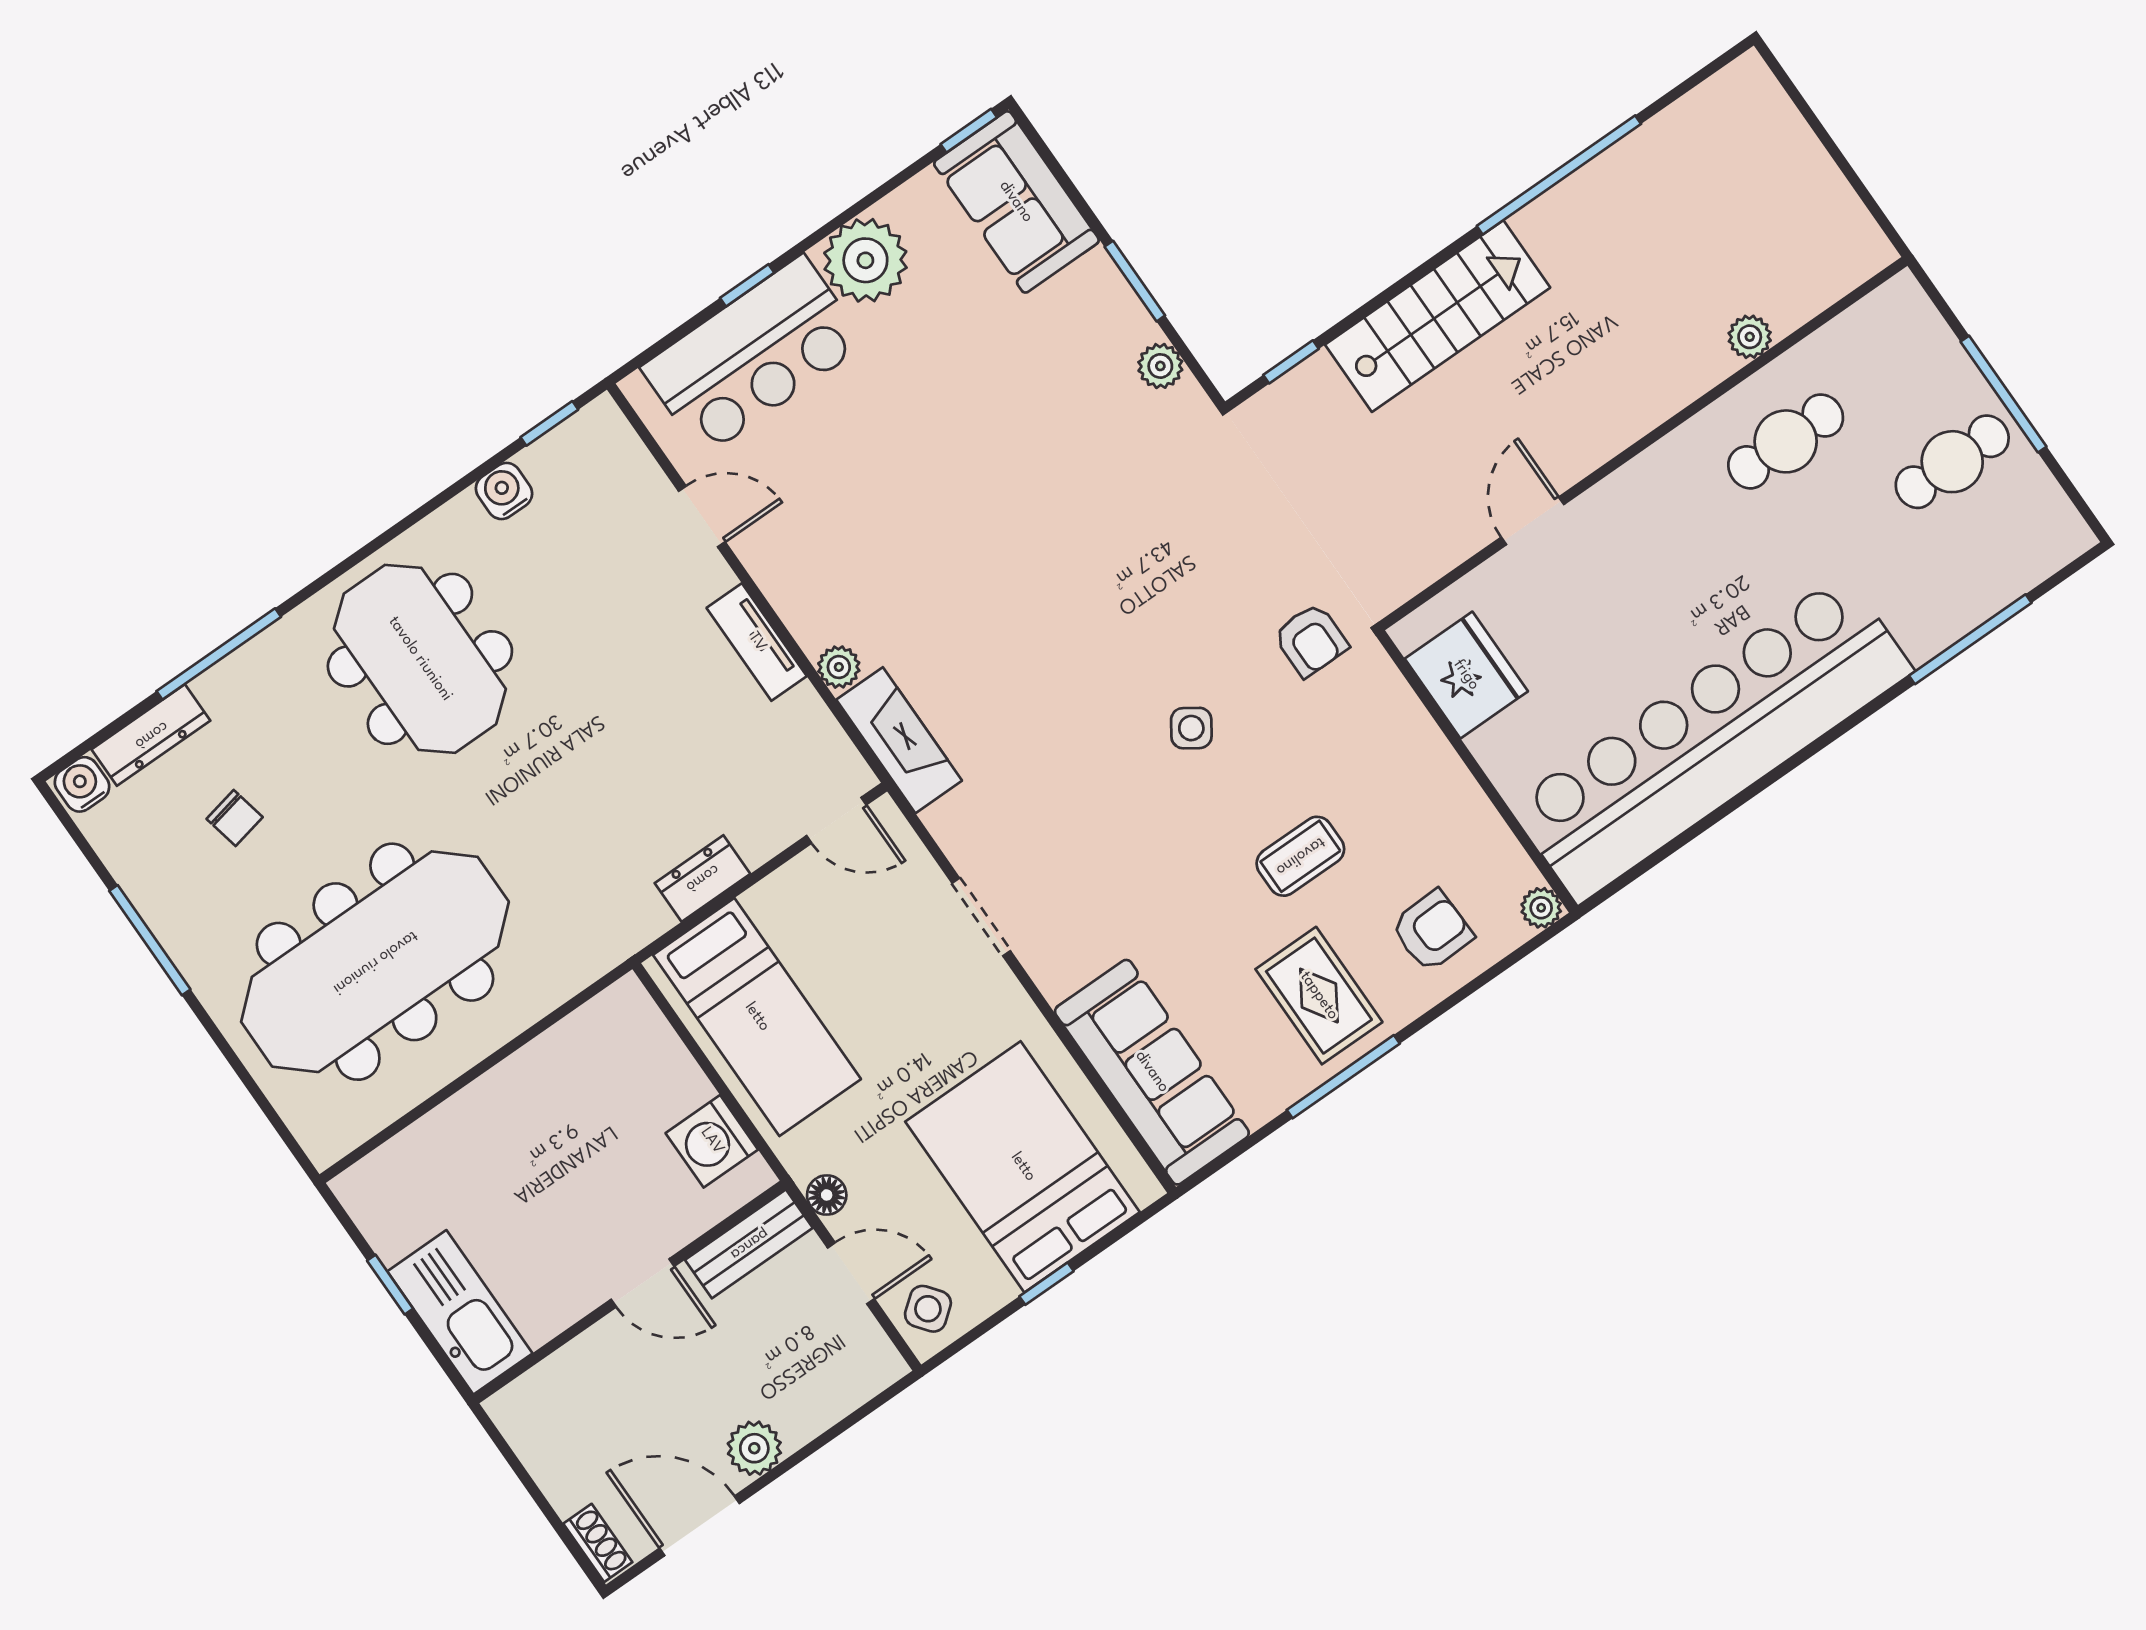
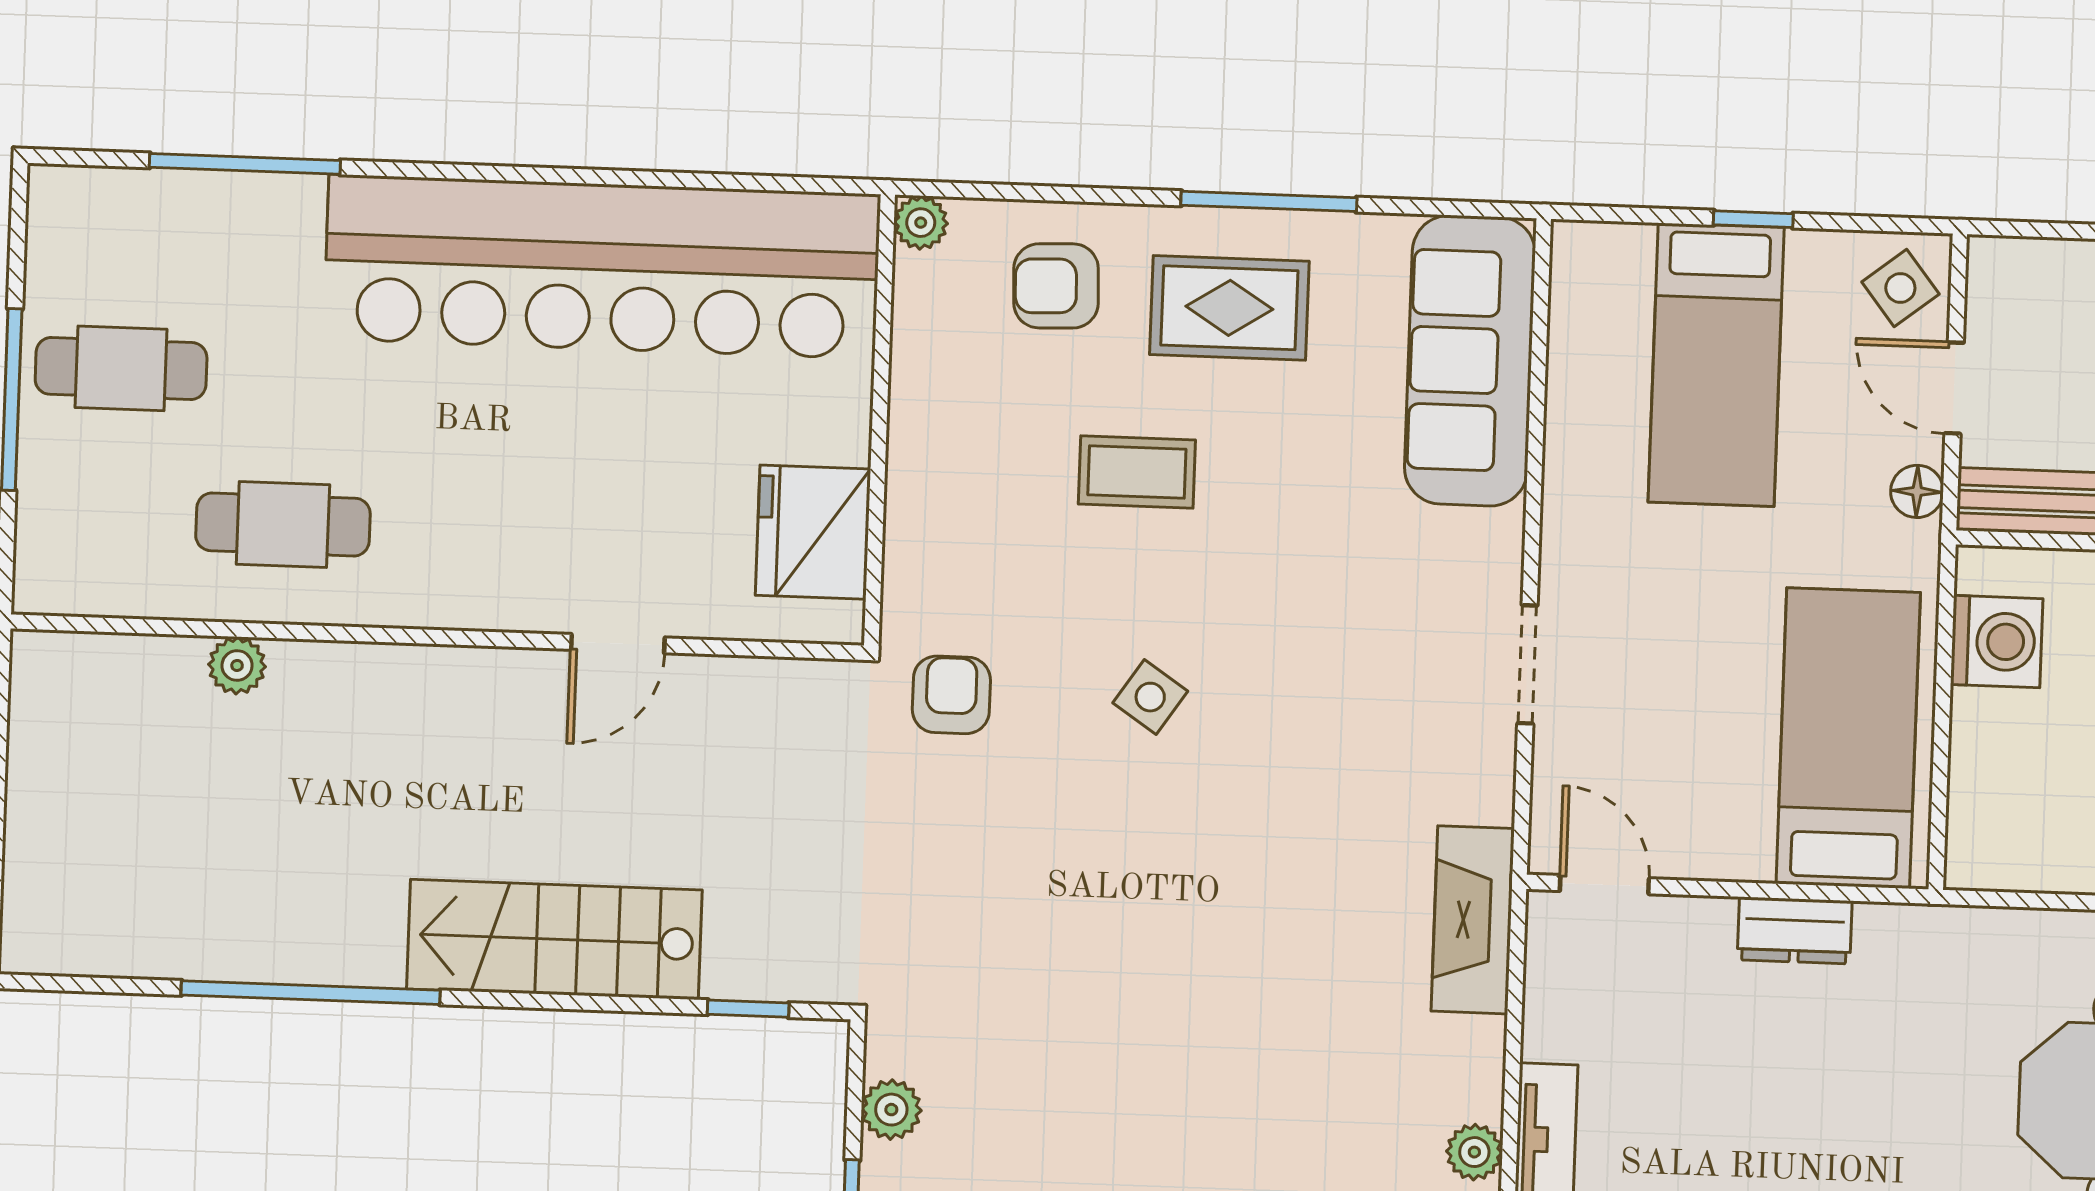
plant: (839, 667) -> (1474, 1152), moved
rug: (1319, 996) -> (1229, 308), turned 90
bed: (1023, 1167) -> (1716, 365), width x0.67

